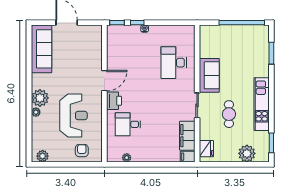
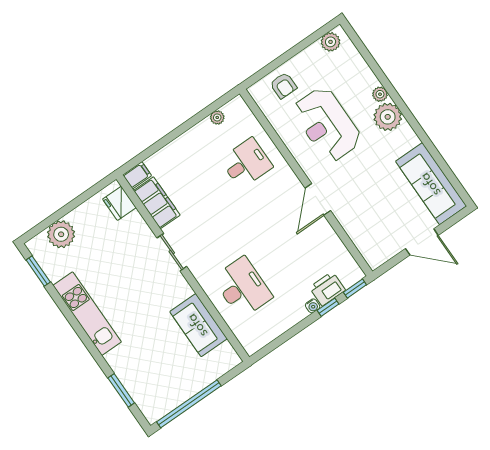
sofa: (209, 75) -> (198, 325), moved
printer: (114, 101) -> (327, 289), moved, turned 90
cafe table: (229, 114) -> (121, 270), removed

